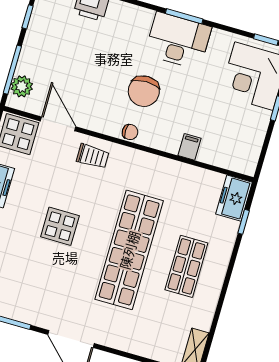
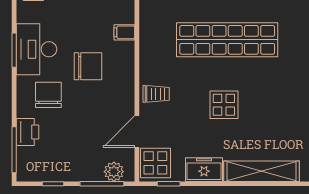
chair: (130, 132) -> (48, 95), moved, width x1.87, depth x1.87
filing cabinet: (189, 147) -> (124, 32), moved
trolley: (93, 156) -> (156, 94), turned 90

